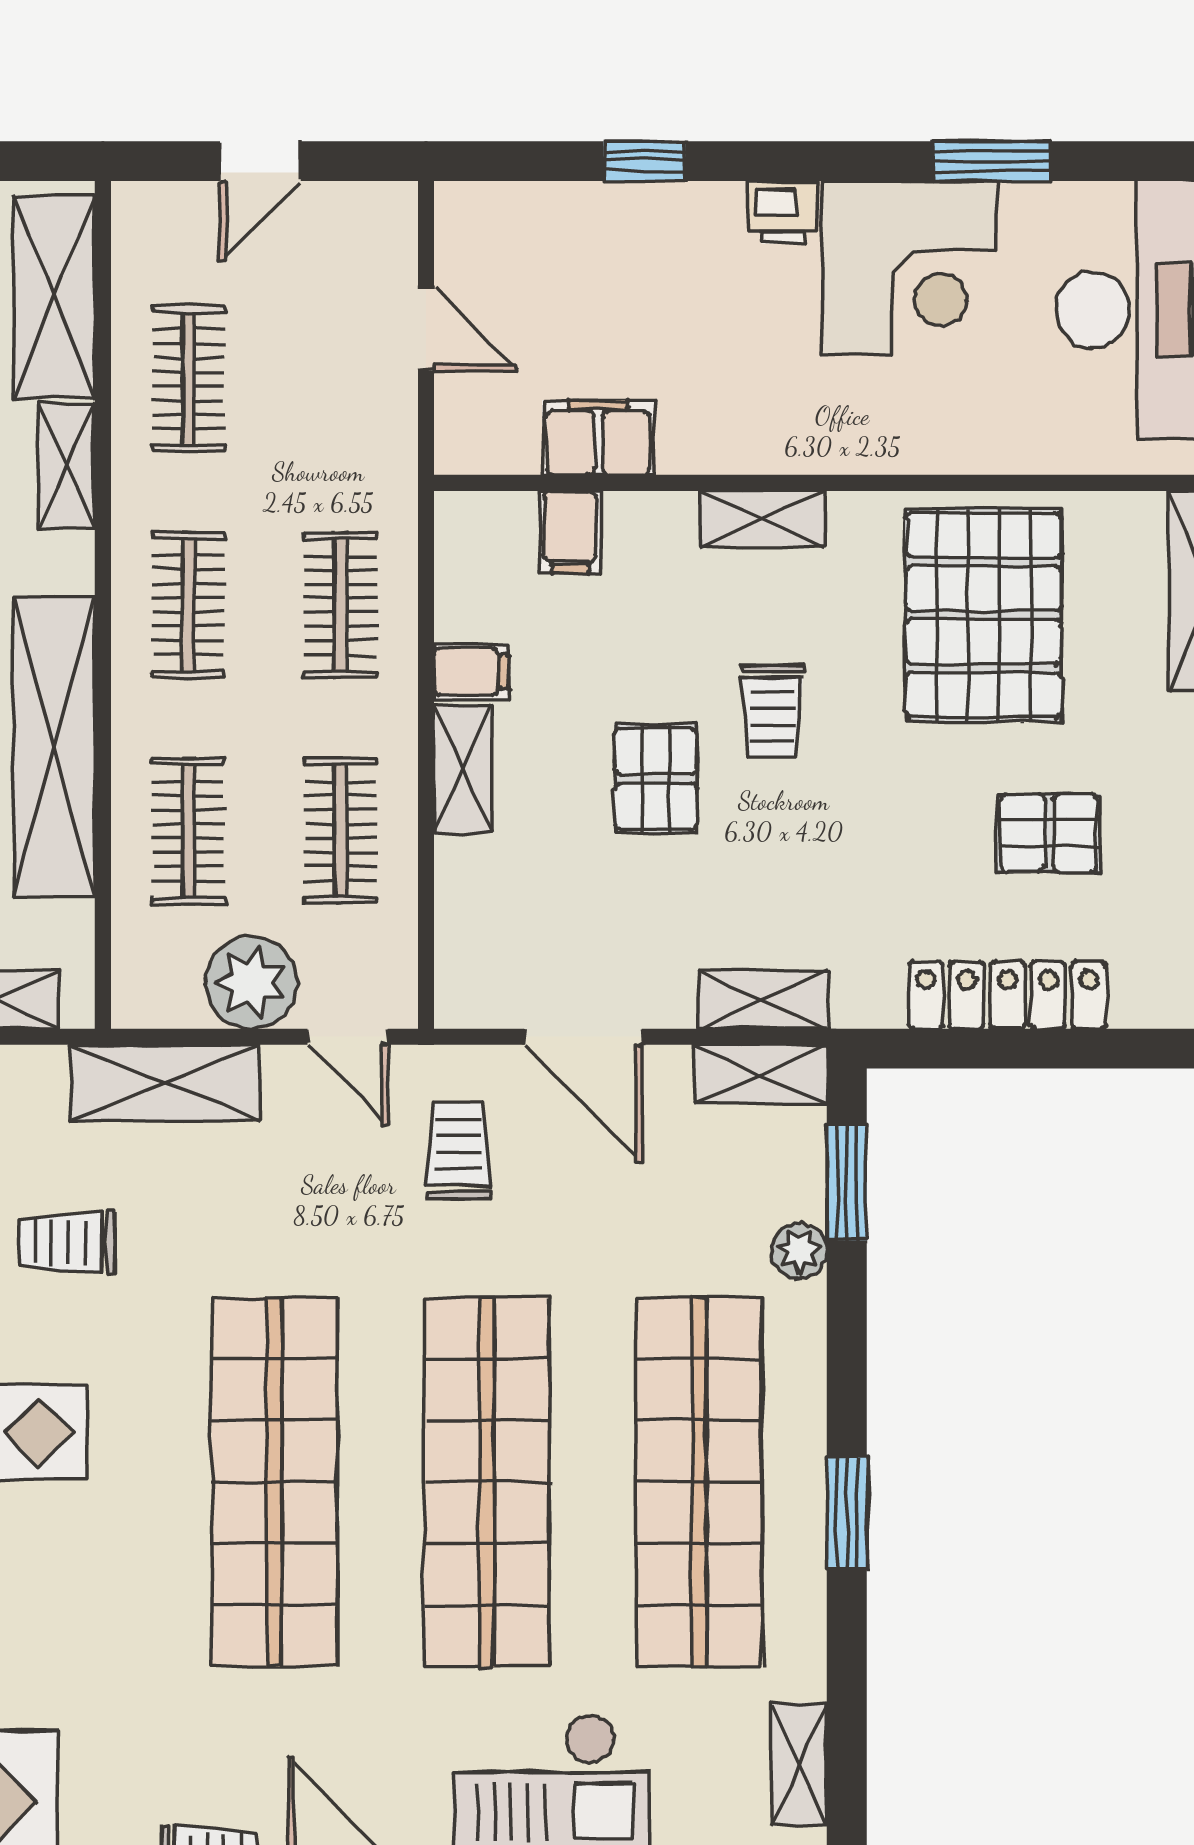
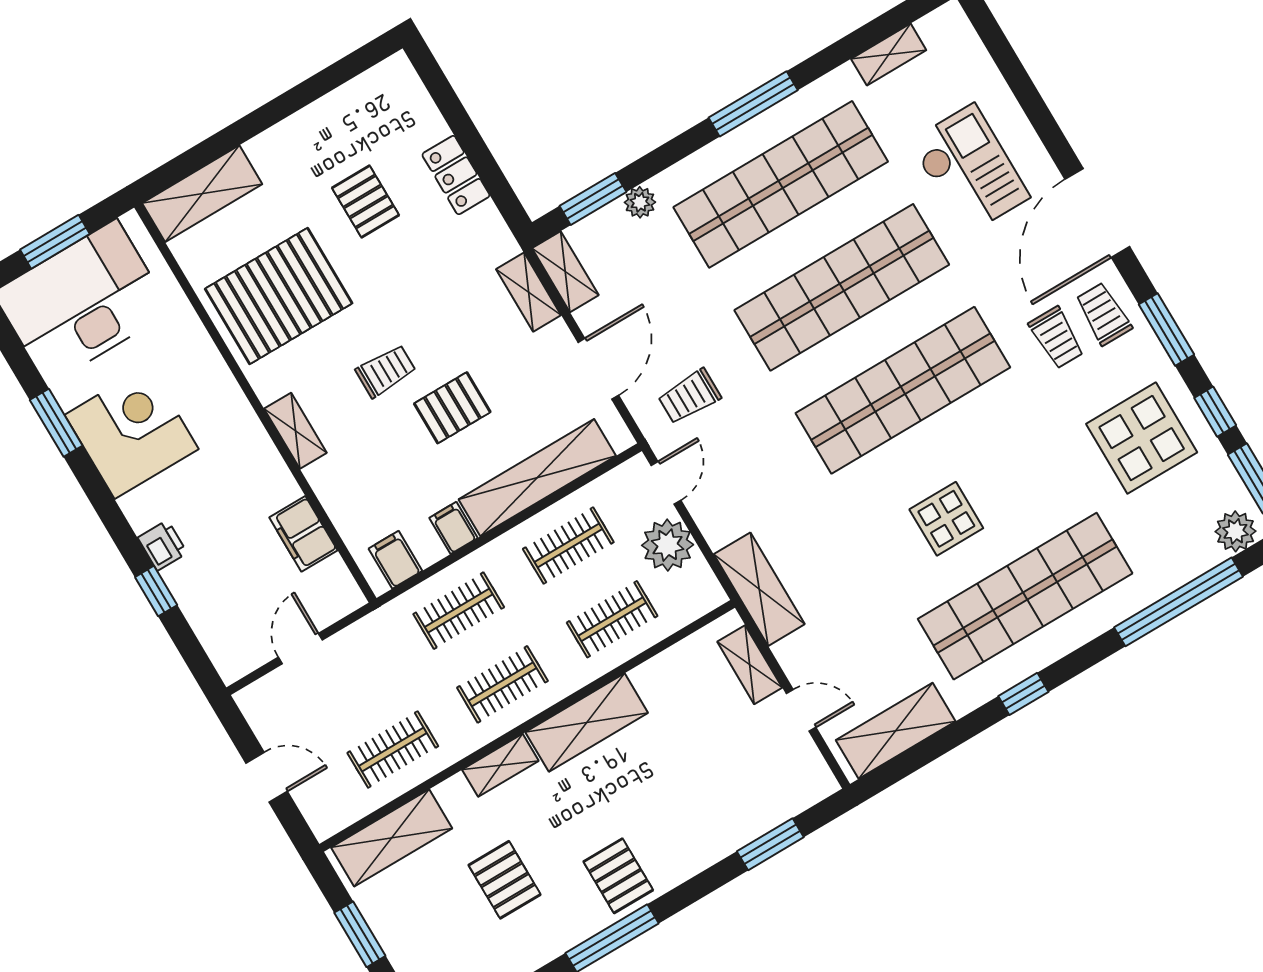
printer: (782, 212) -> (162, 545), moved
shelving: (67, 466) -> (500, 765), moved
filing cabinet: (570, 532) -> (395, 560), moved, turned -90
shelving: (54, 747) -> (587, 722), width x0.68
shelving: (463, 769) -> (537, 478), width x2.20, depth x1.33
locker: (1007, 995) -> (456, 175), width x0.66
shelving: (165, 1083) -> (759, 589), moved
trolley: (67, 1242) -> (1057, 338), moved
window: (847, 1513) -> (753, 104), width x1.44

